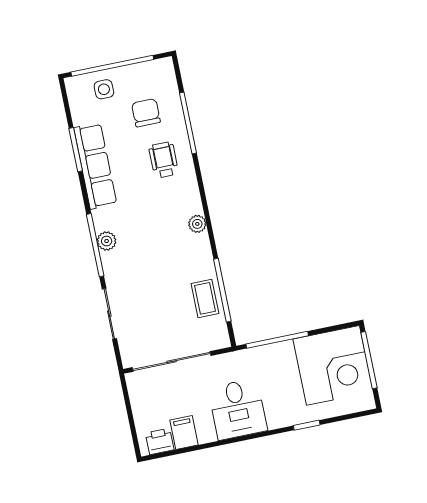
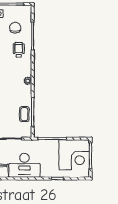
desk: (238, 409) -> (25, 165), width x1.37

